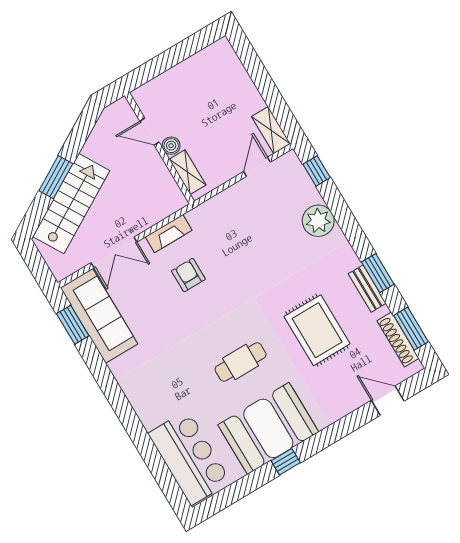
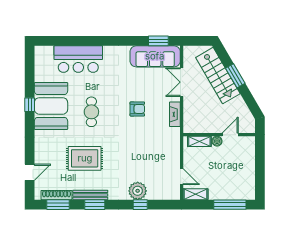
window: (255, 69) -> (230, 205), added
window: (317, 171) -> (140, 205), moved
armchair: (188, 275) -> (137, 109), moved
bench: (367, 289) -> (90, 195), width x1.36
bar counter: (189, 458) -> (78, 59), moved

